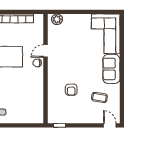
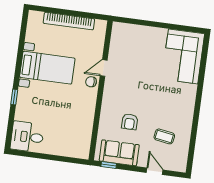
plant: (57, 19) -> (124, 30), removed
sofa: (111, 69) -> (119, 153), moved, turned 90
door: (110, 125) -> (155, 171), moved

